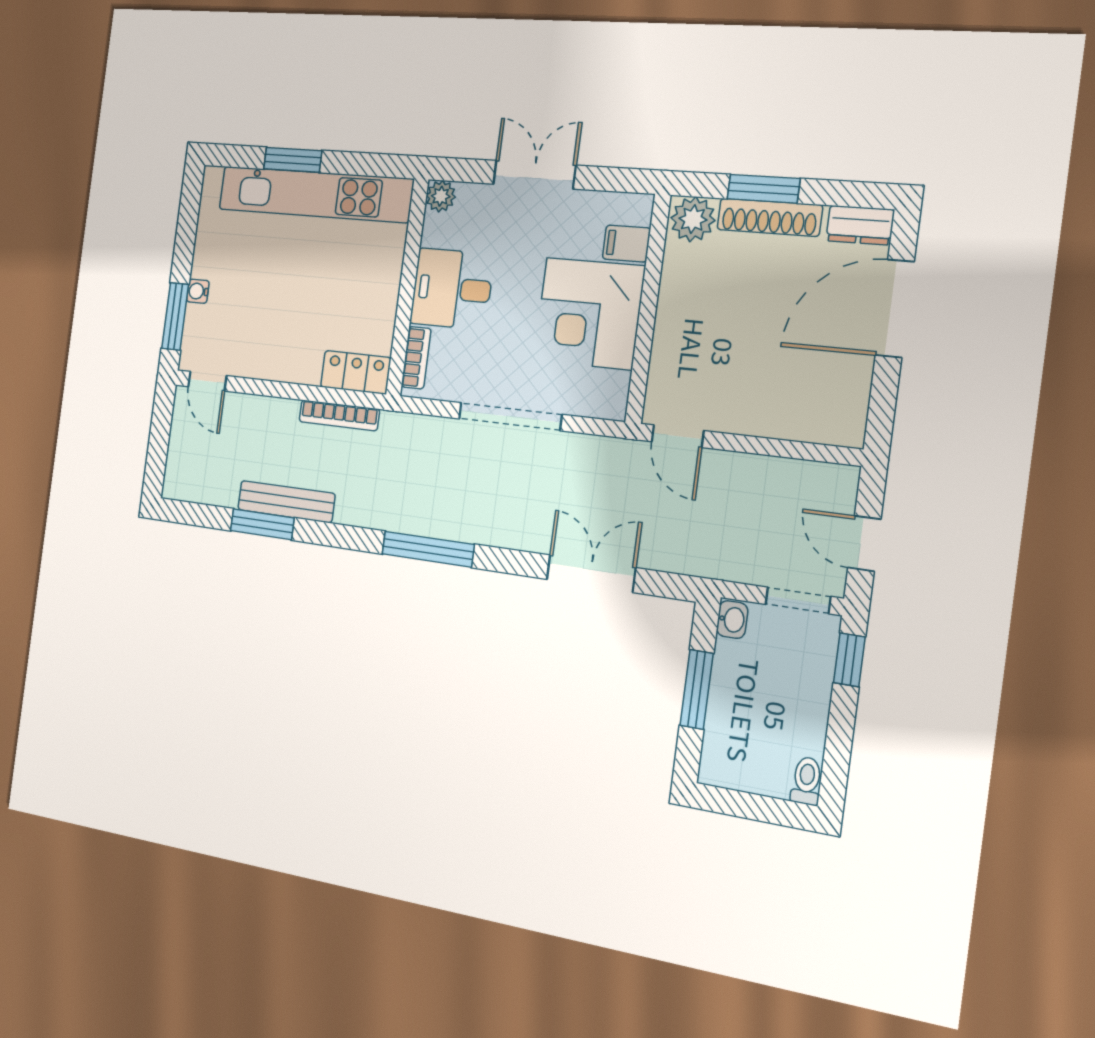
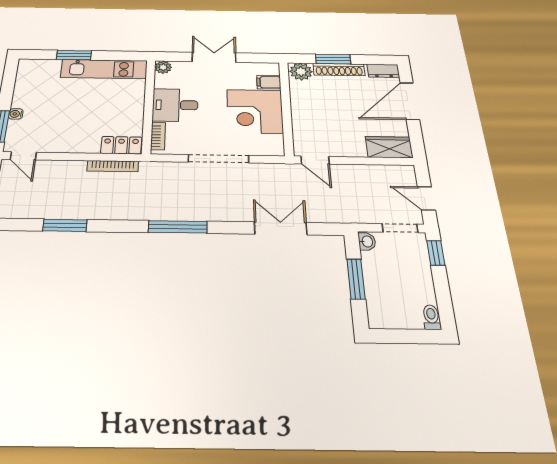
kitchen unit: (315, 194) -> (104, 69), width x0.73
wardrobe: (823, 419) -> (389, 147), added
bench: (286, 502) -> (81, 212), removed

